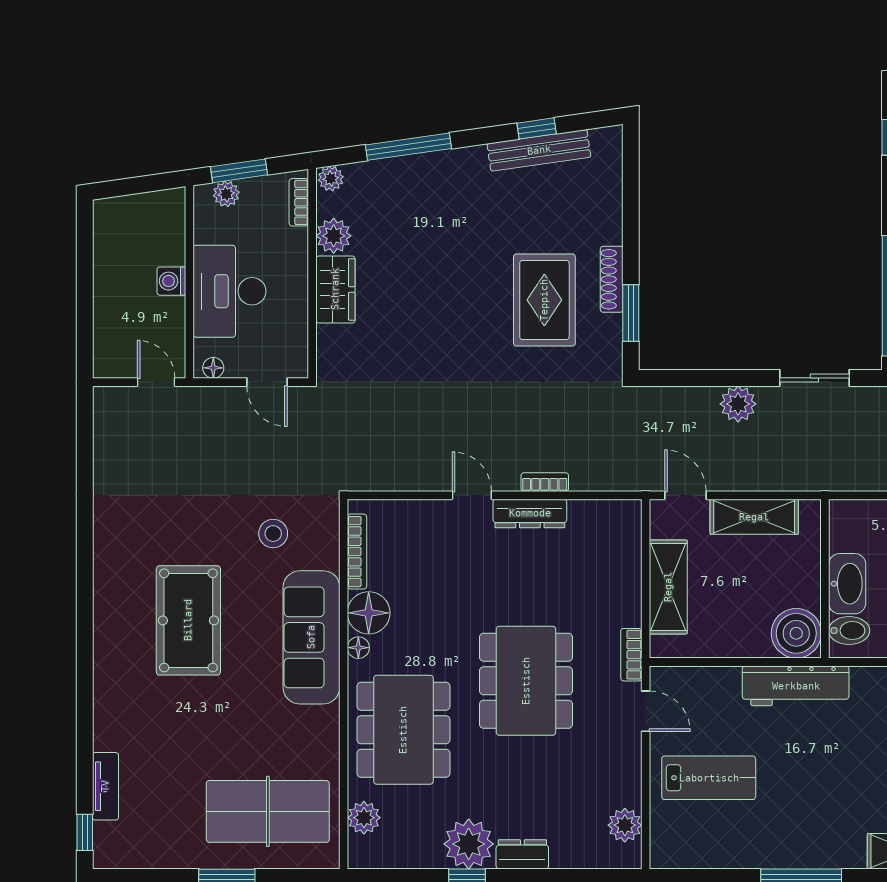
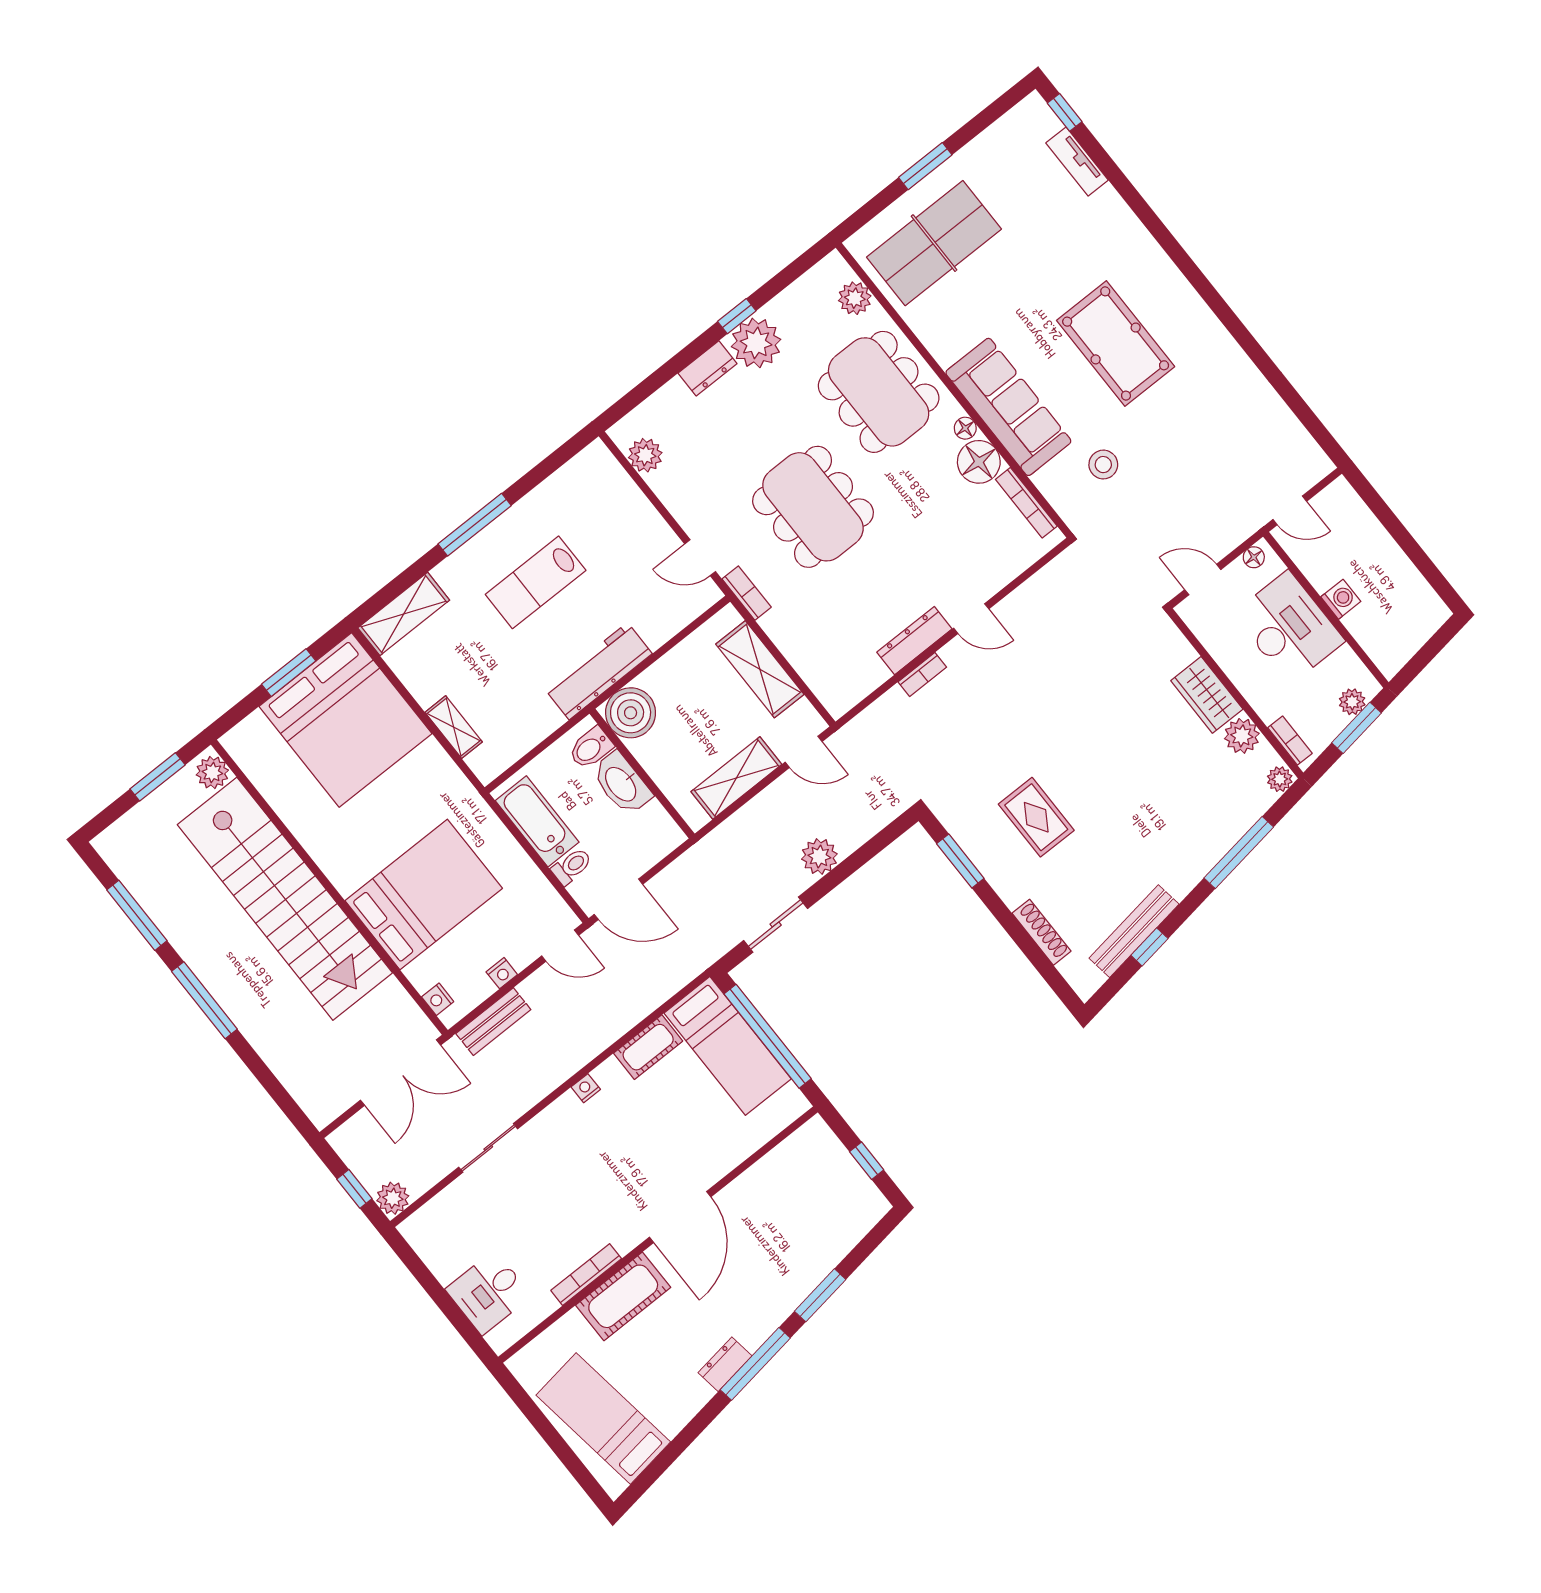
shoe rack: (612, 279) -> (1041, 932), moved
rug: (544, 300) -> (1036, 817), width x0.73, depth x0.70
lab bench: (709, 778) -> (536, 582), moved

